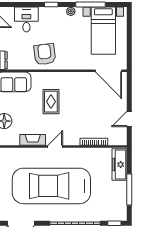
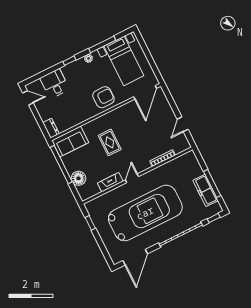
armchair: (45, 54) -> (103, 97), moved, turned 97
door: (109, 71) -> (145, 92), hinge flipped
freezer: (120, 164) -> (205, 190), moved
car: (51, 186) -> (145, 213), turned 180

